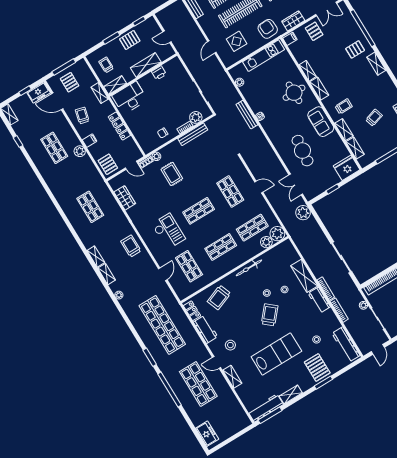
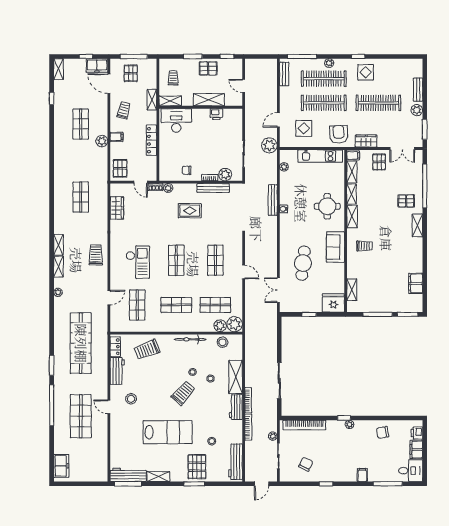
trolley: (374, 118) -> (386, 273), removed
shelving: (344, 130) -> (352, 172), moved
rug: (172, 174) -> (190, 211), moved, turned 90
shop shelf: (199, 211) -> (176, 260), turned 90
plant: (303, 213) -> (269, 145), moved
stool: (276, 254) -> (223, 342), added
shelving: (232, 377) -> (115, 428), removed

